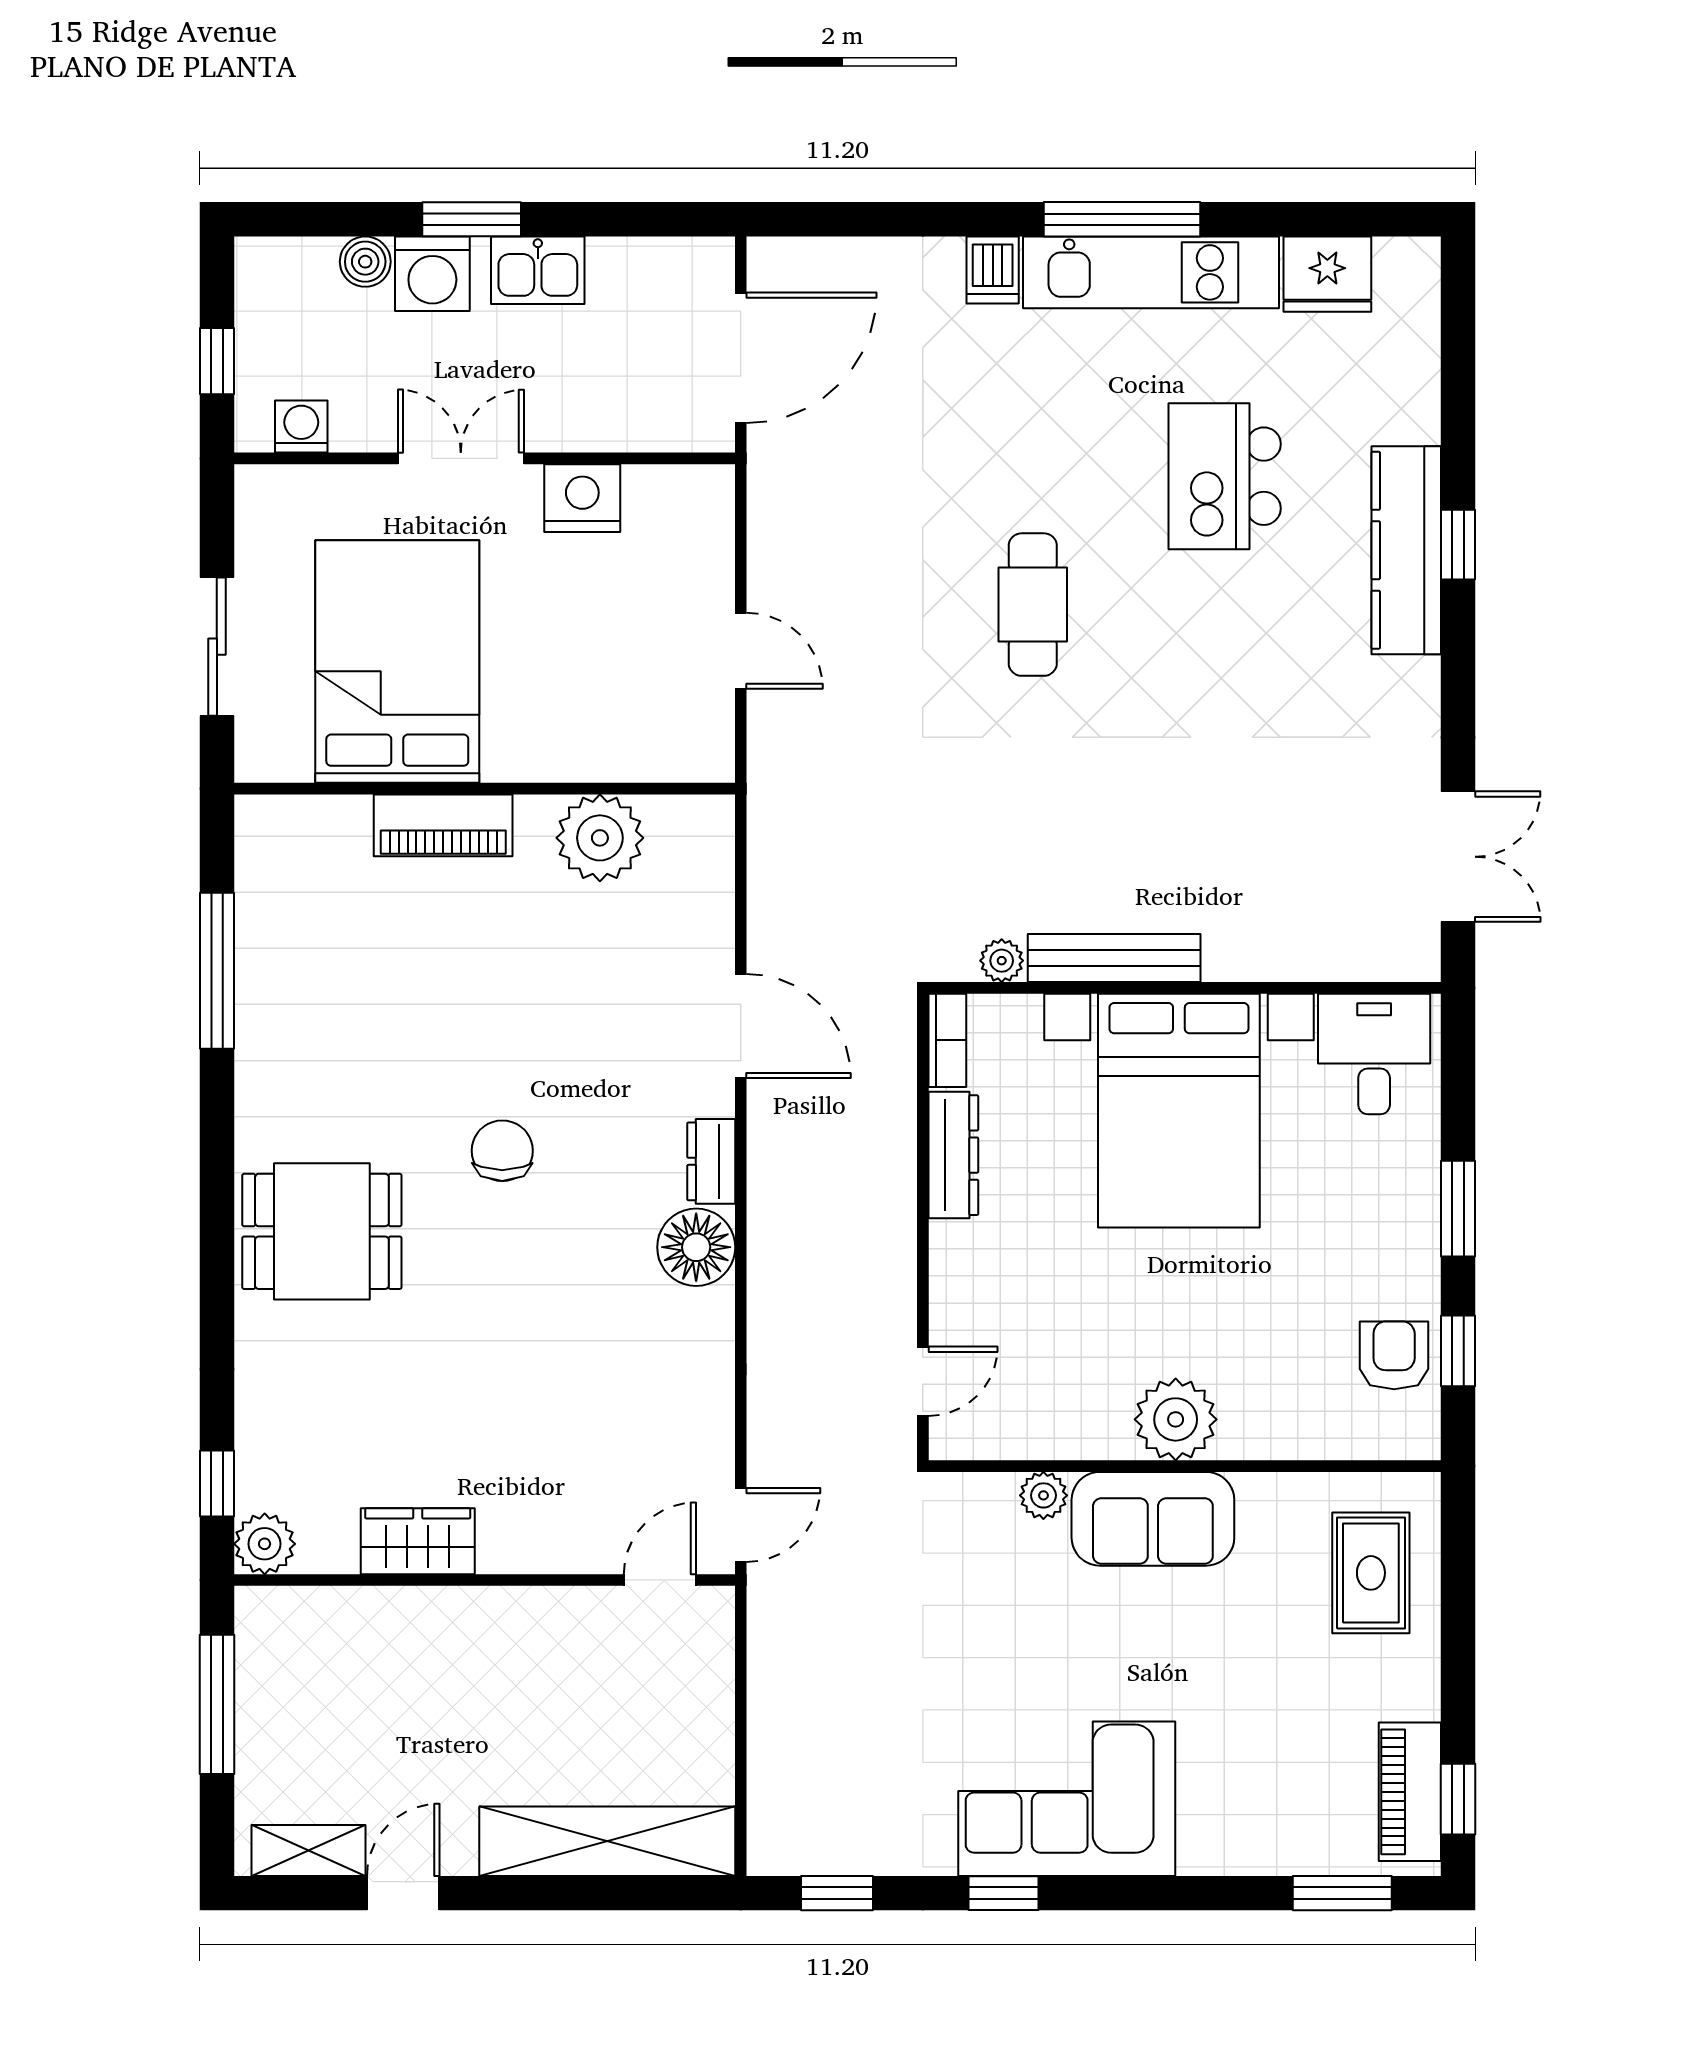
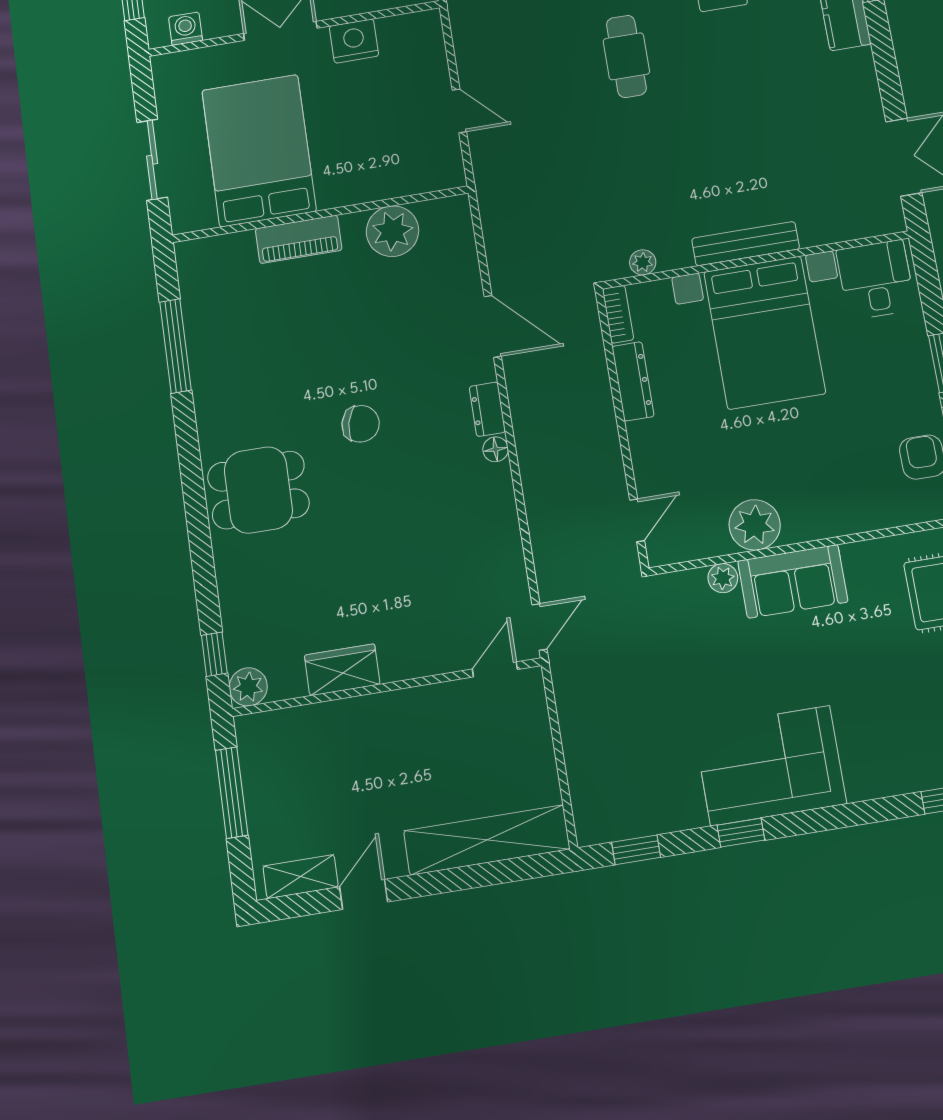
bench: (1114, 958) -> (746, 244), moved
chair: (502, 1151) -> (361, 424), turned 103
floor lamp: (696, 1247) -> (496, 449), width x0.53, depth x0.53
plant: (1176, 1419) -> (755, 525), moved

